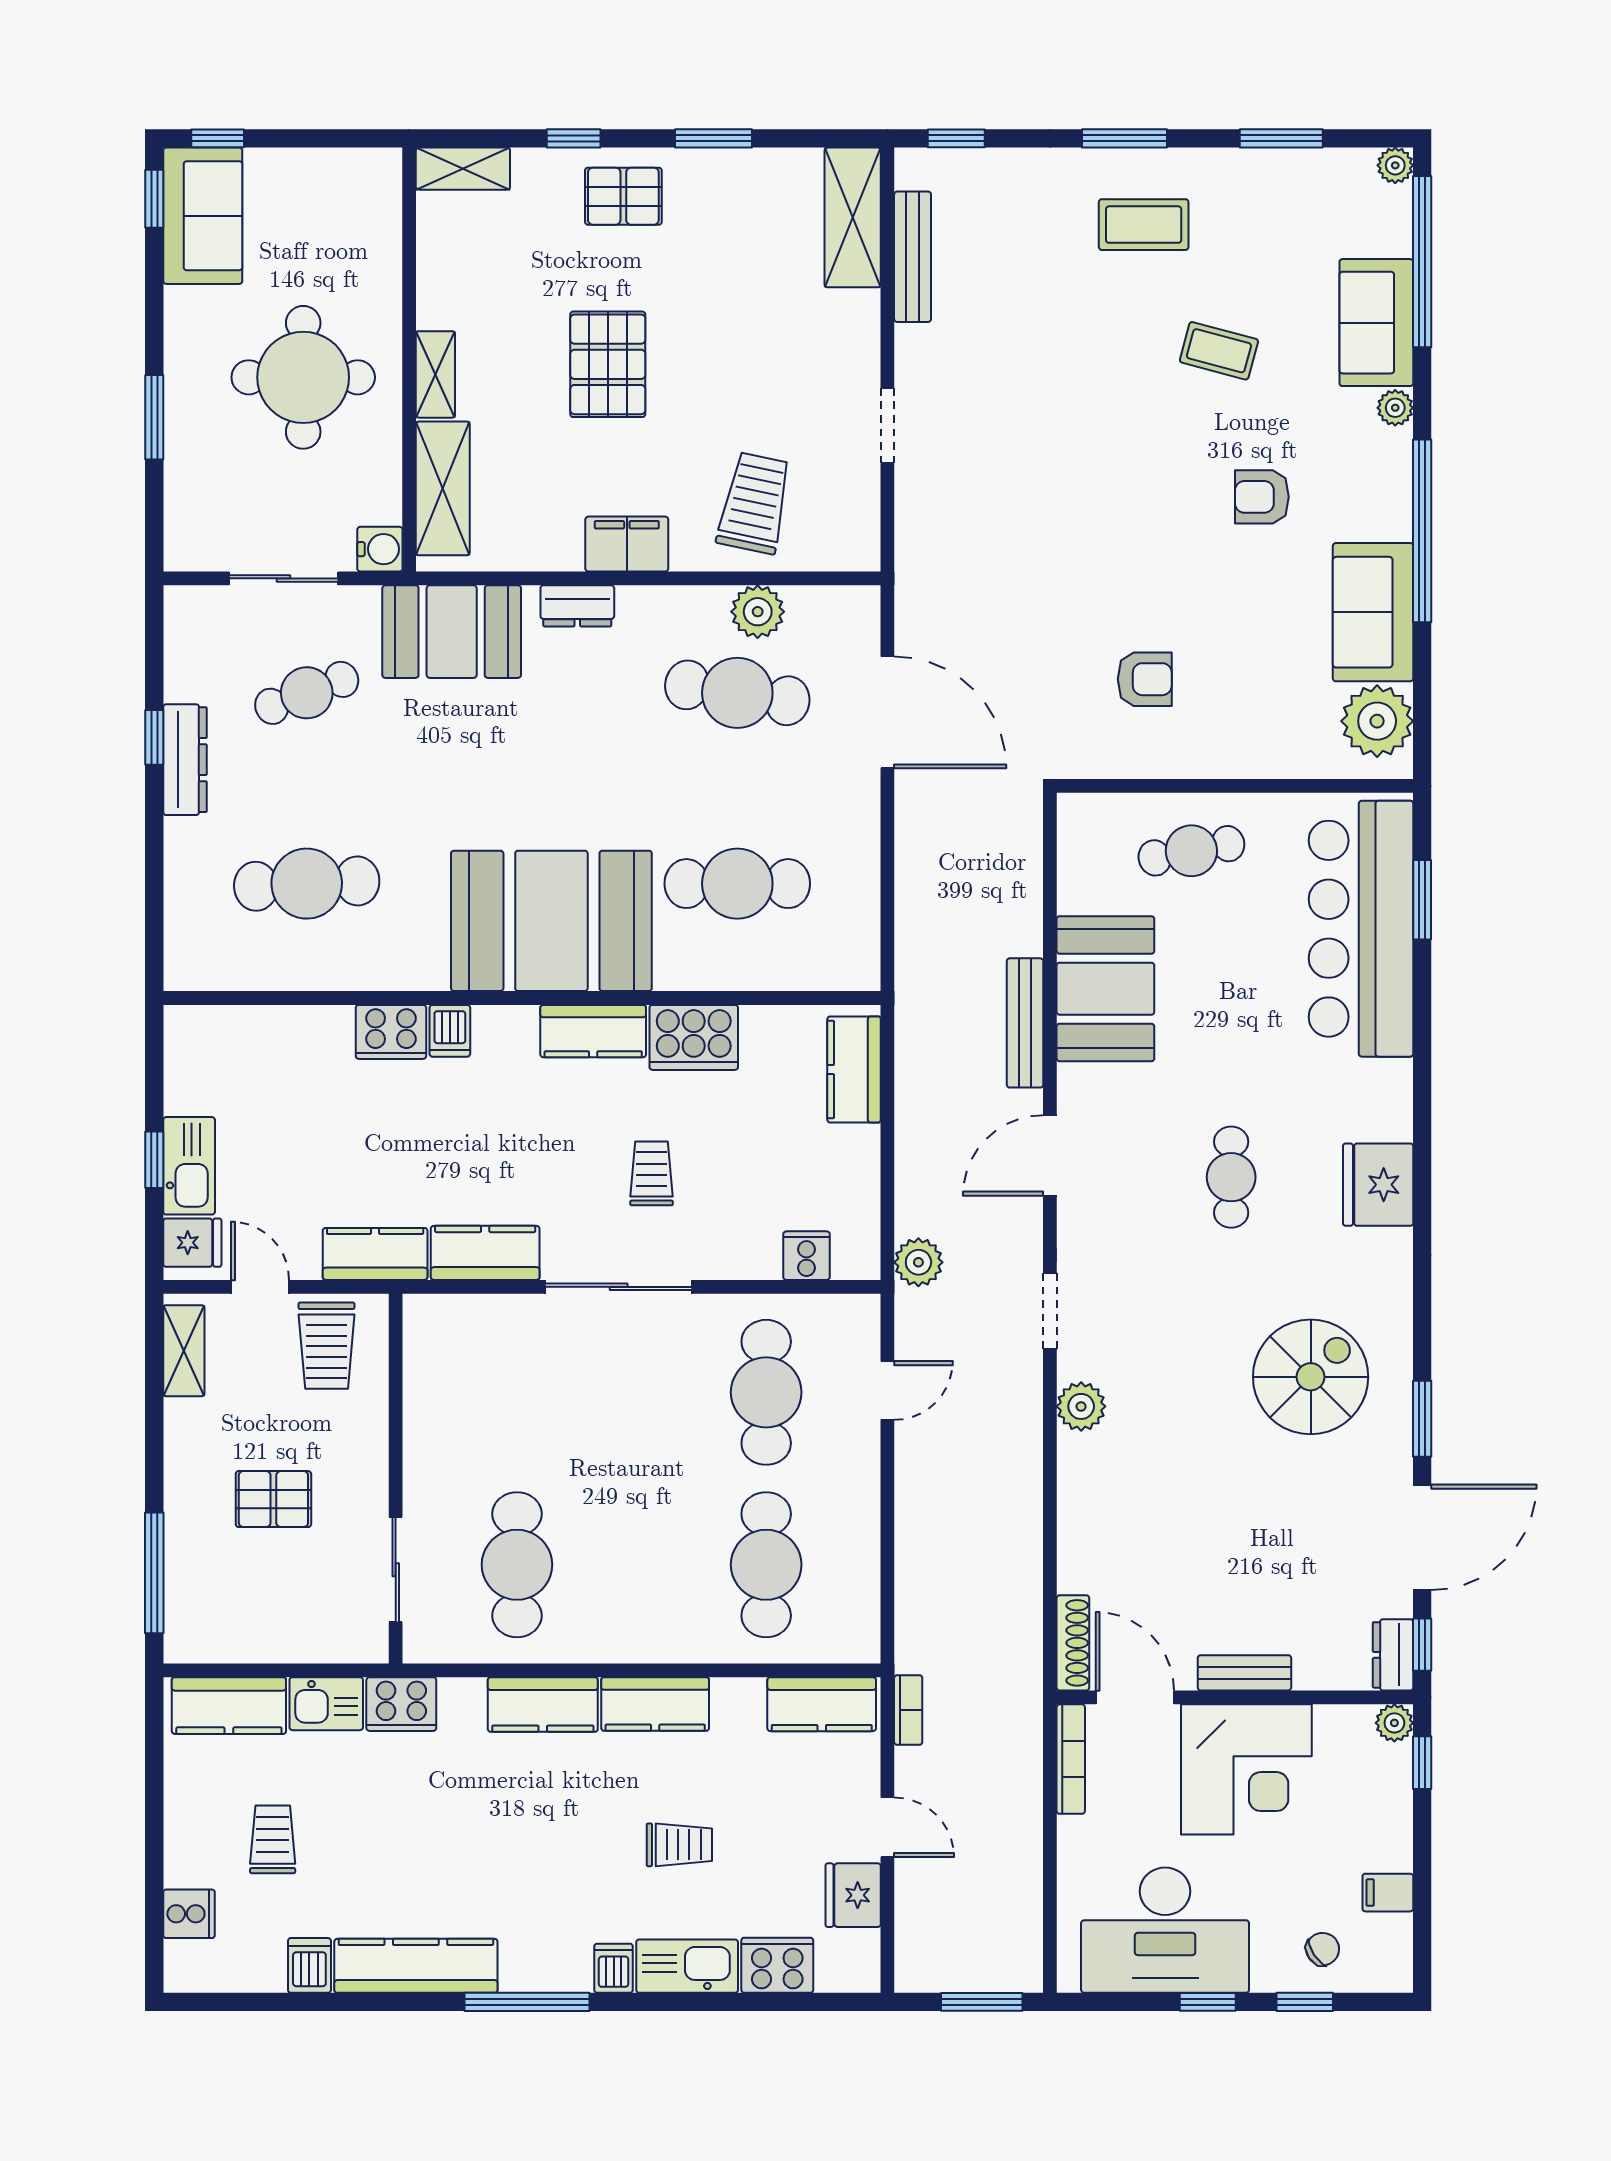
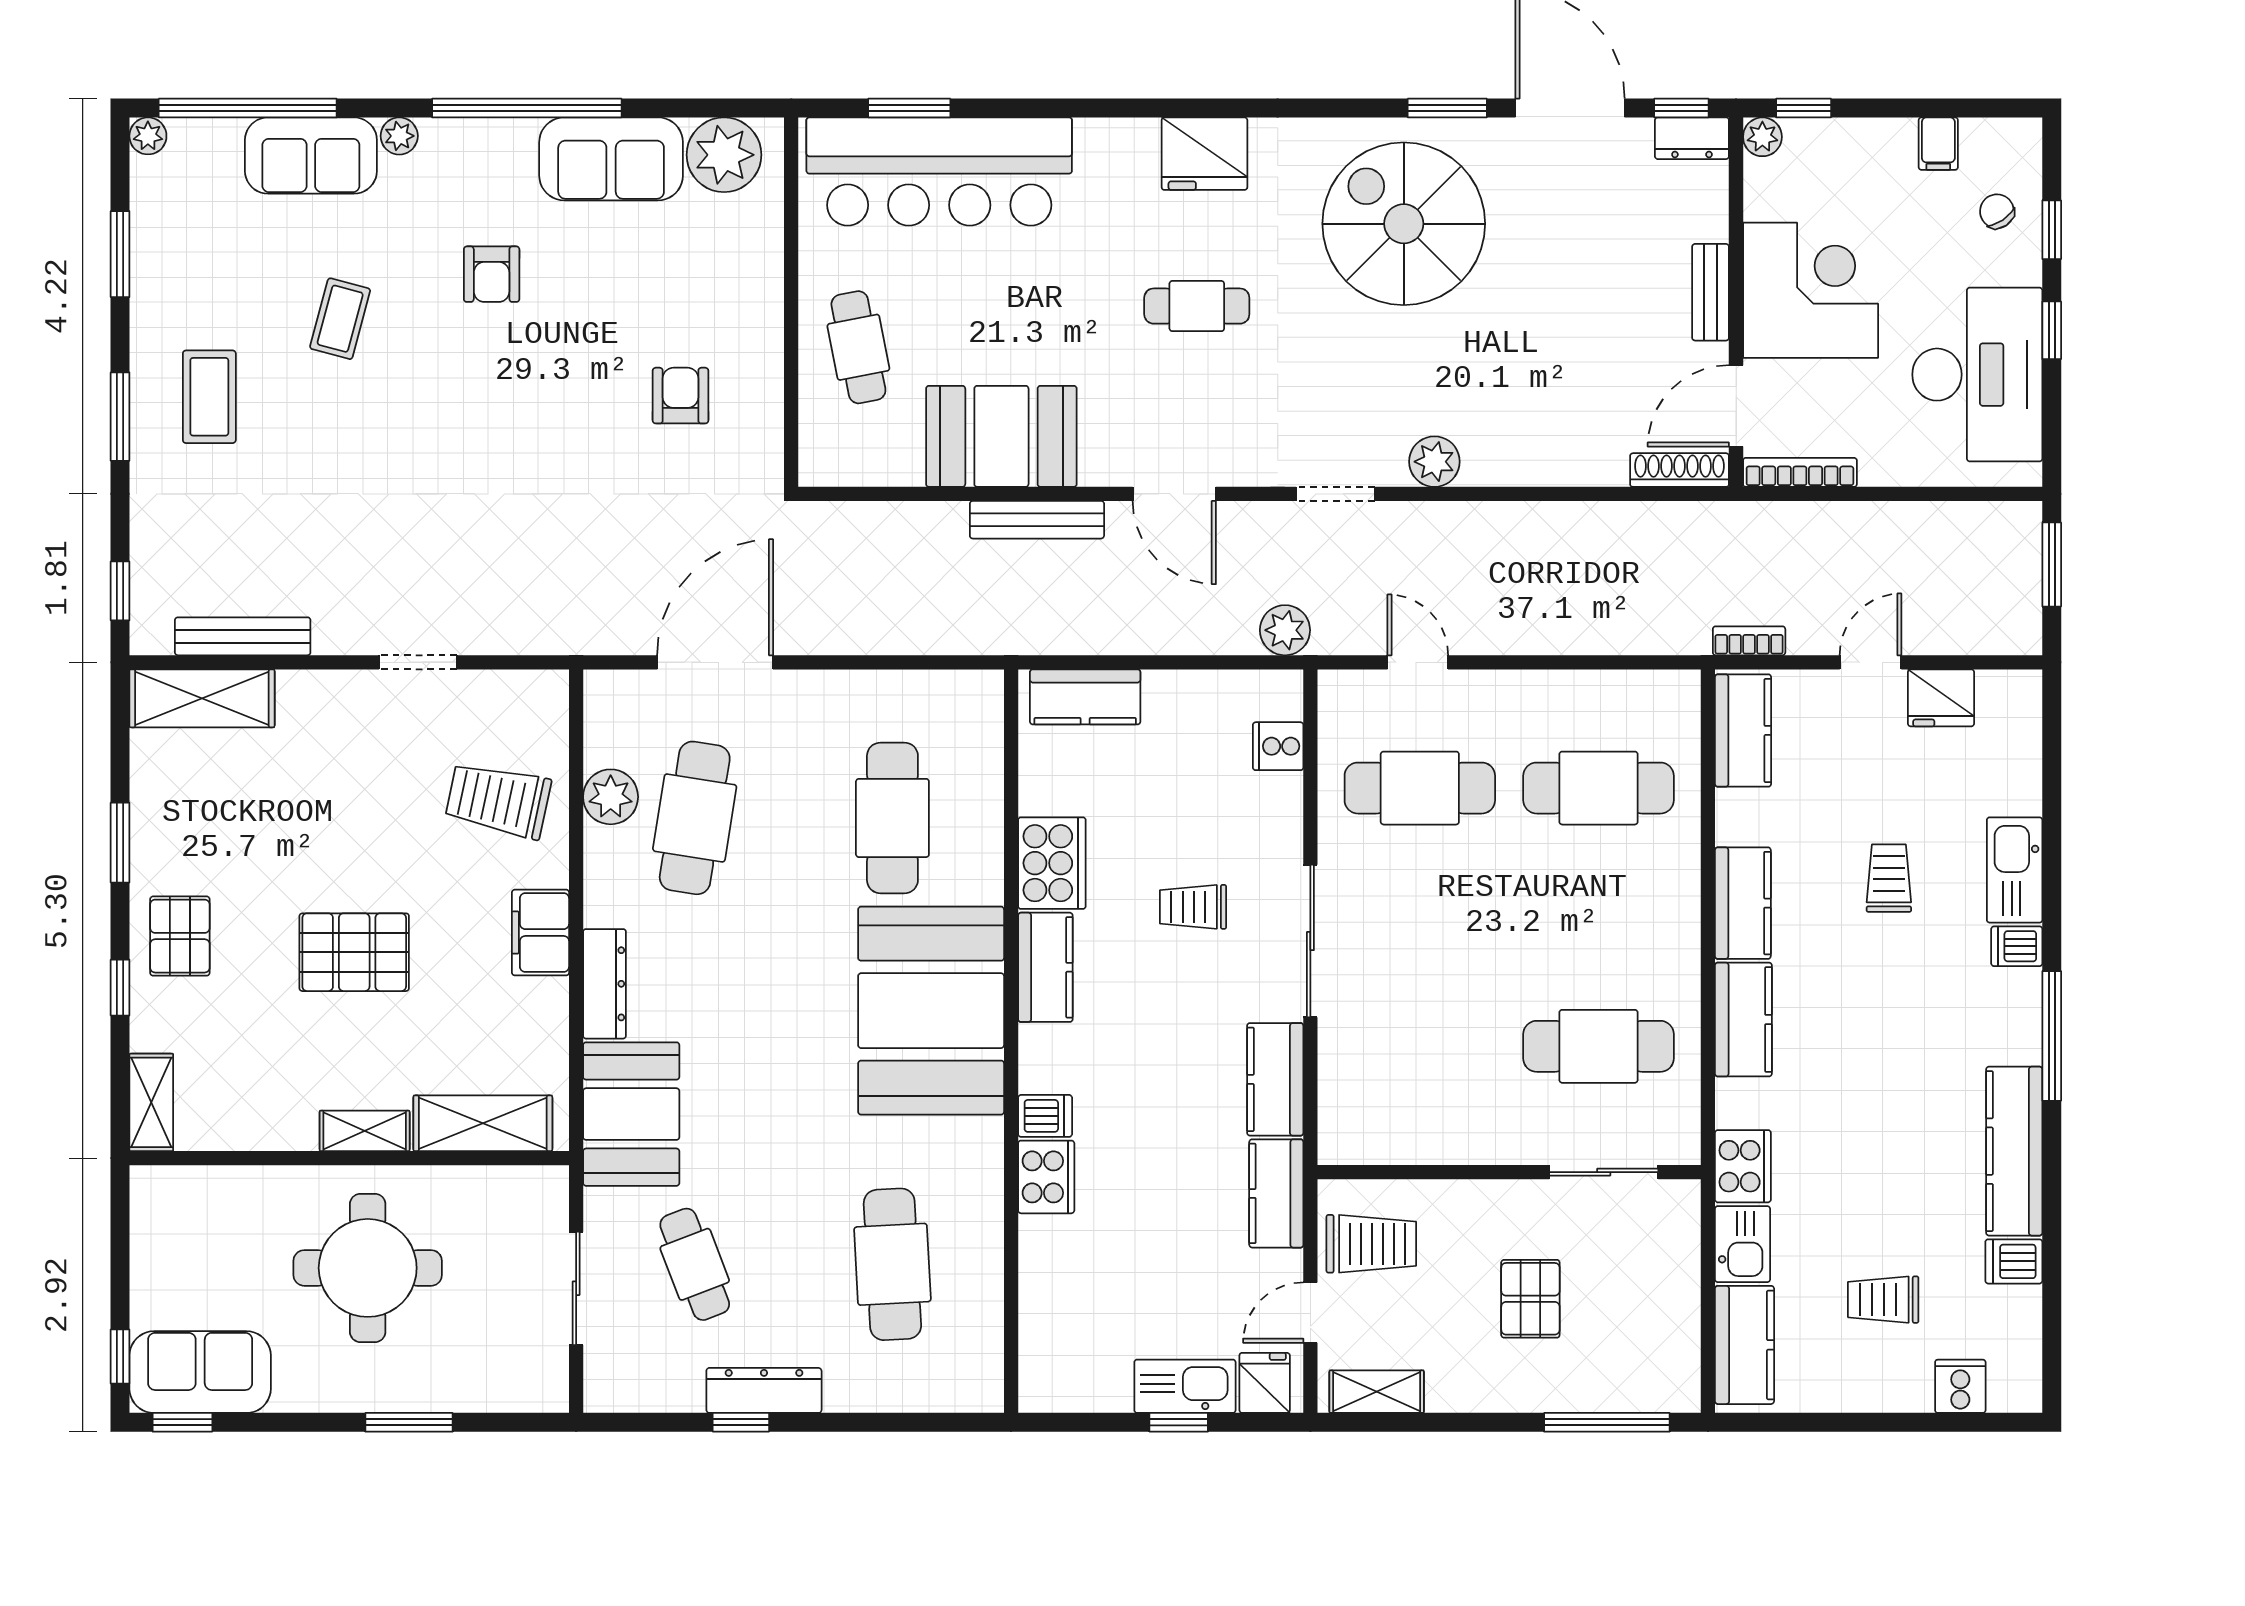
water cooler: (380, 549) -> (546, 1188), removed
dresser: (577, 606) -> (605, 984), width x1.44
spiral stairs: (1311, 1377) -> (1404, 224), width x1.37, depth x1.37
cooker: (777, 1965) -> (2014, 776), removed

